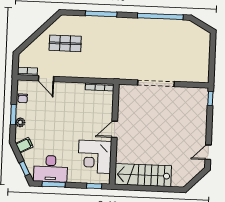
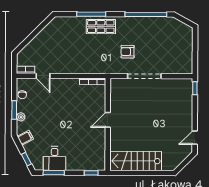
shop shelf: (65, 43) -> (101, 27), moved
armchair: (139, 56) -> (128, 52), added
corner desk: (95, 157) -> (91, 146), removed
desk: (51, 169) -> (55, 158), width x0.73

